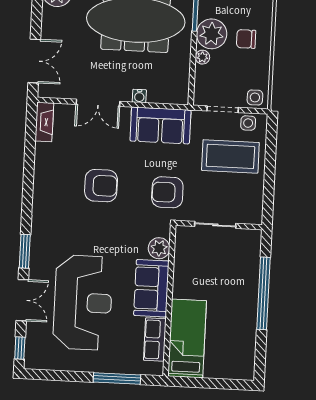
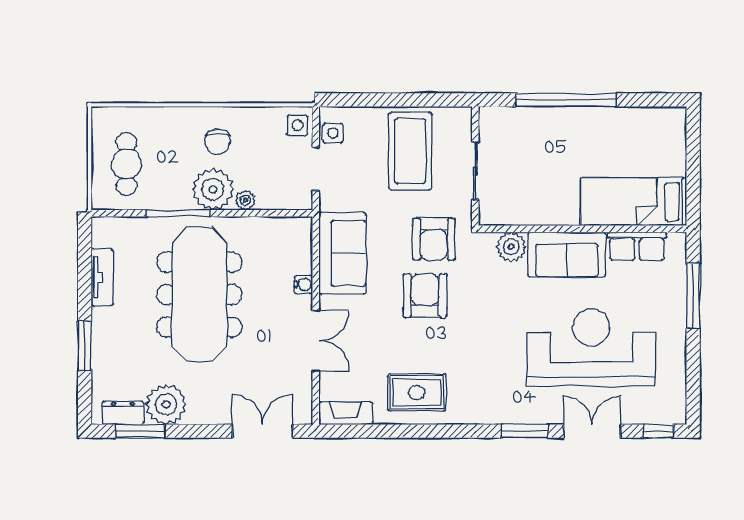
coffee table: (230, 156) -> (410, 151), moved
rug: (57, 174) -> (417, 392), added
armchair: (101, 186) -> (425, 296), moved

